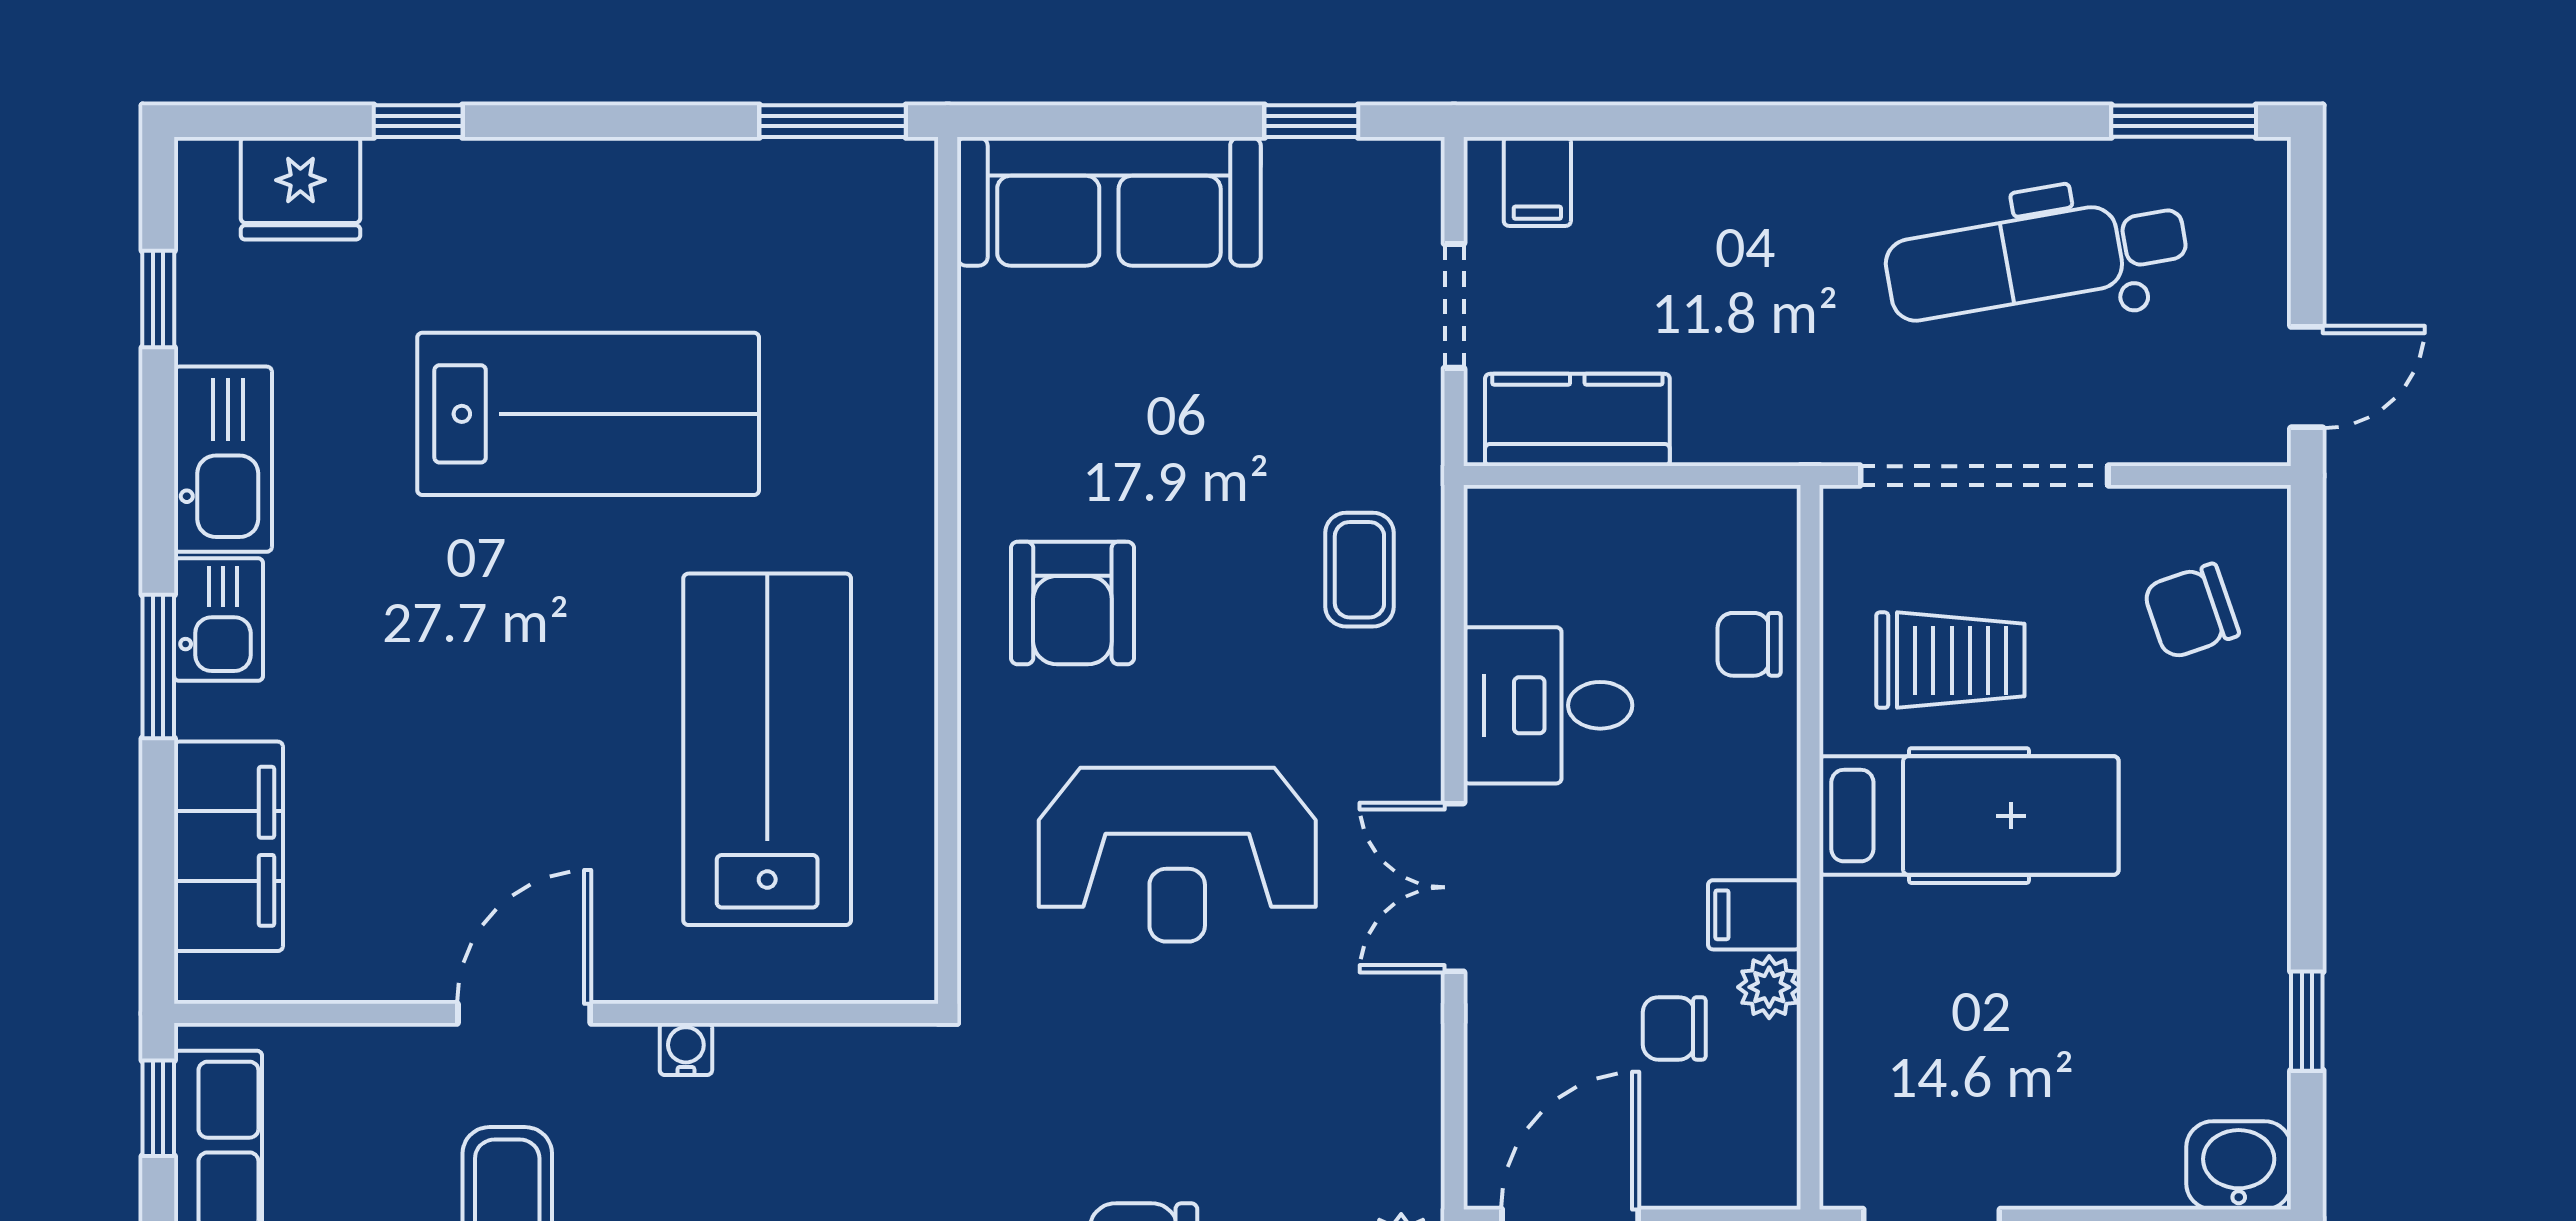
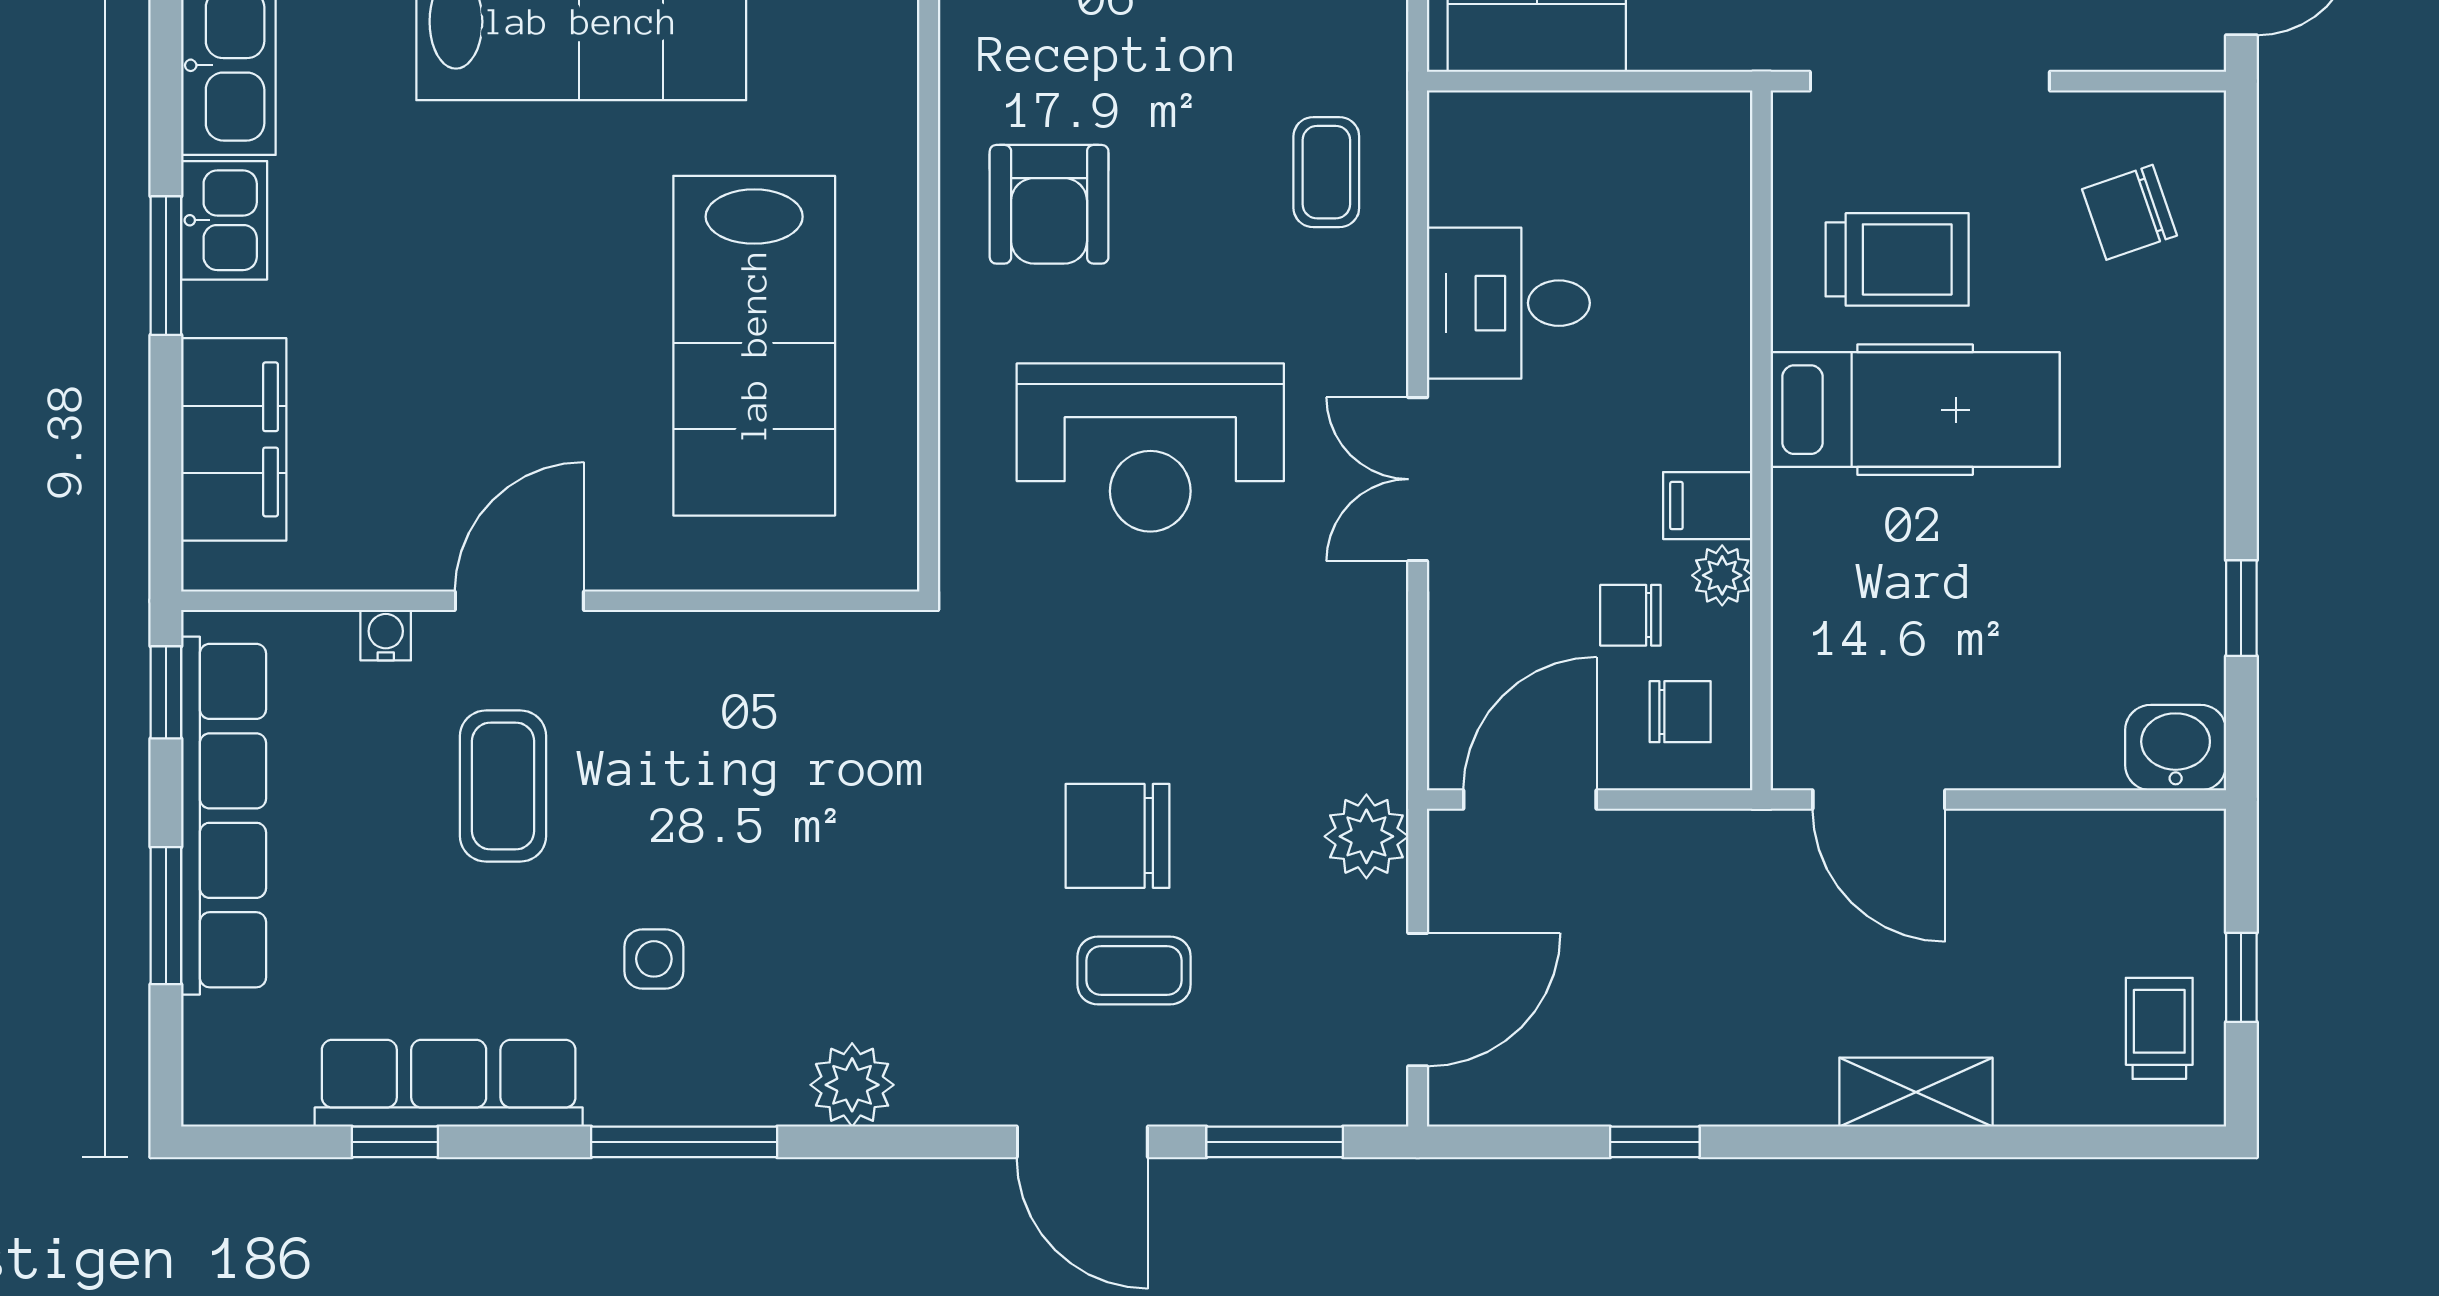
chair: (1749, 644) -> (1680, 712), moved, turned 180
lab bench: (767, 749) -> (754, 346), turned 180
water cooler: (686, 1049) -> (386, 635), moved

